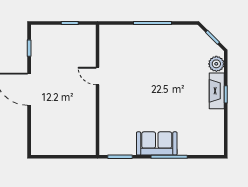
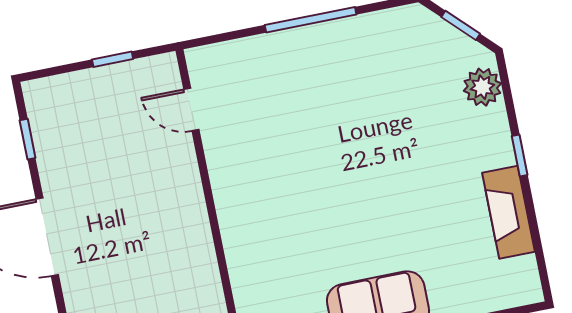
door: (97, 76) -> (191, 110), moved
fireplace: (217, 91) -> (508, 212), moved

